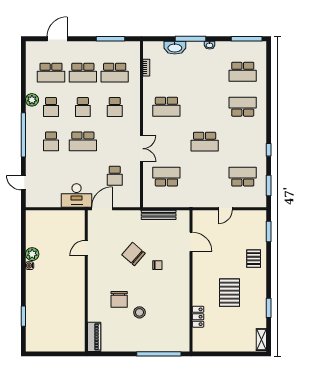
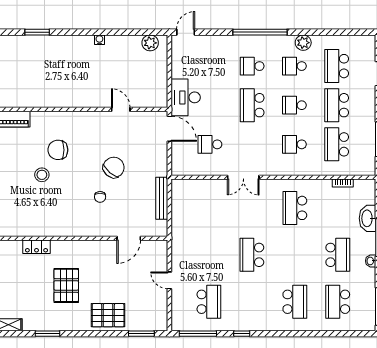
school desk: (166, 177) -> (338, 255), moved
door: (23, 183) -> (186, 32), moved
window: (269, 185) -> (198, 334), width x1.44
plant: (32, 254) -> (150, 43), moved
pallet: (254, 259) -> (108, 315), width x1.50, depth x1.42
pallet: (229, 293) -> (66, 285), turned 90

